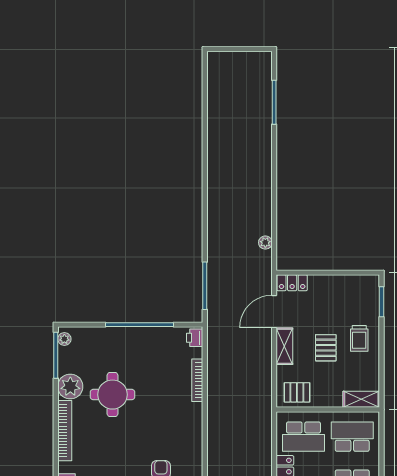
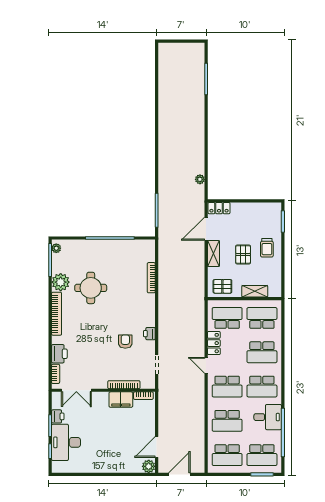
printer: (195, 338) -> (149, 334), moved
shelving: (361, 399) -> (255, 291), moved
school desk: (303, 437) -> (227, 318), turned 180

